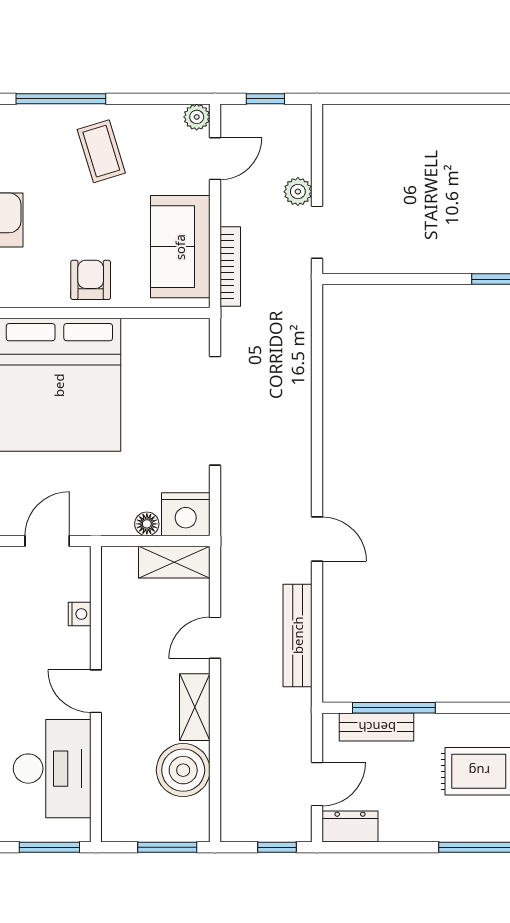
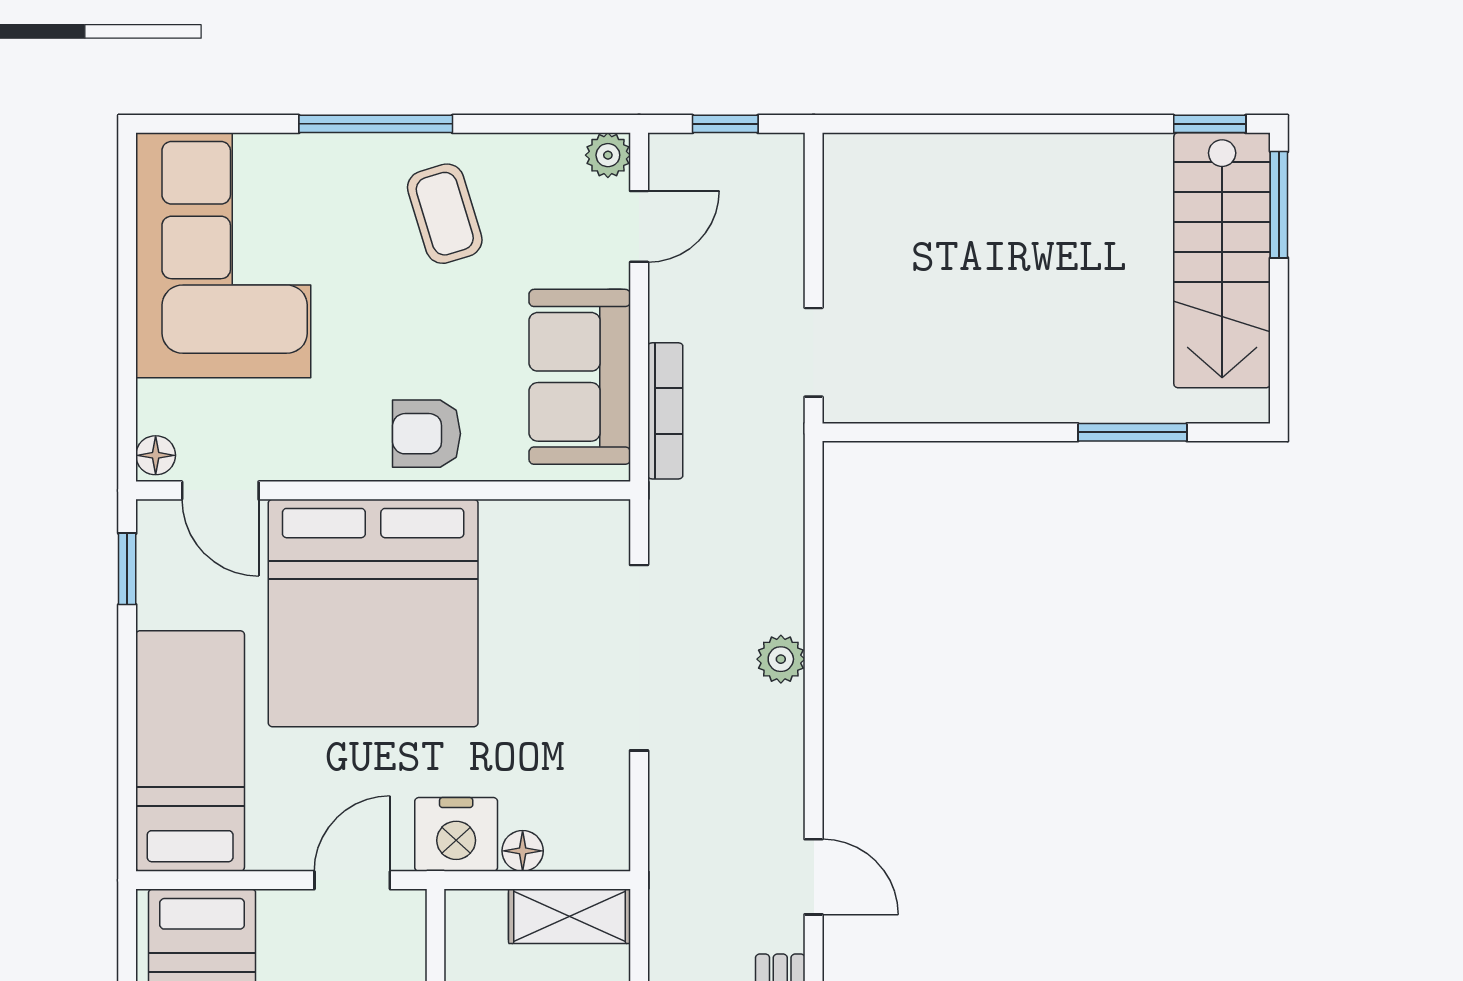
plant: (298, 192) -> (781, 659), moved
armchair: (91, 280) -> (426, 434), turned -90
nightstand: (186, 514) -> (456, 834), moved

